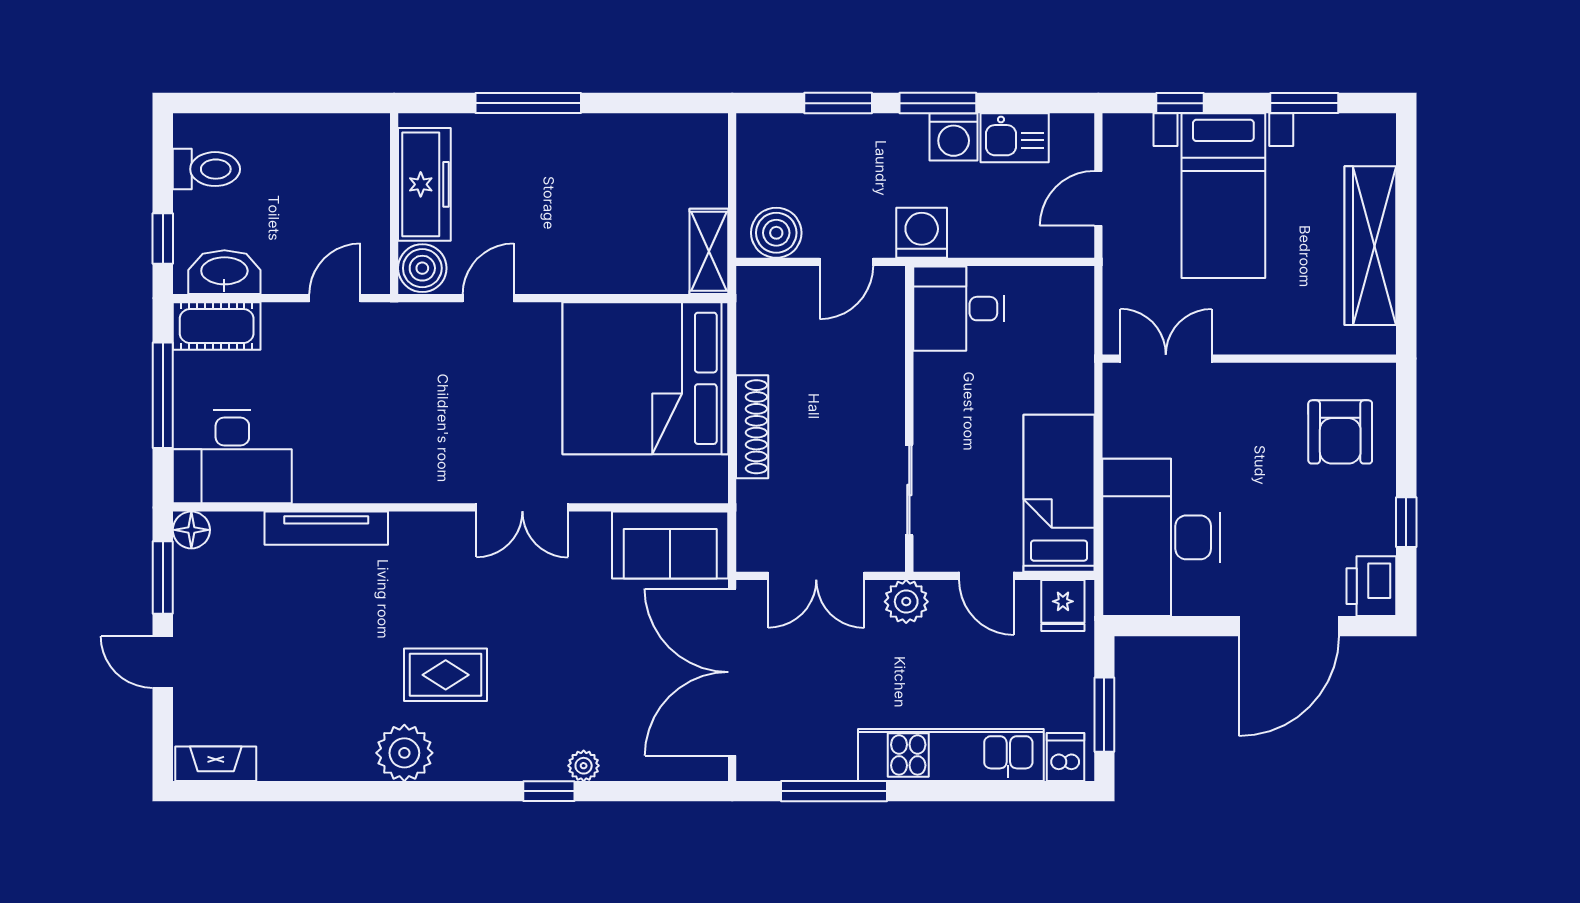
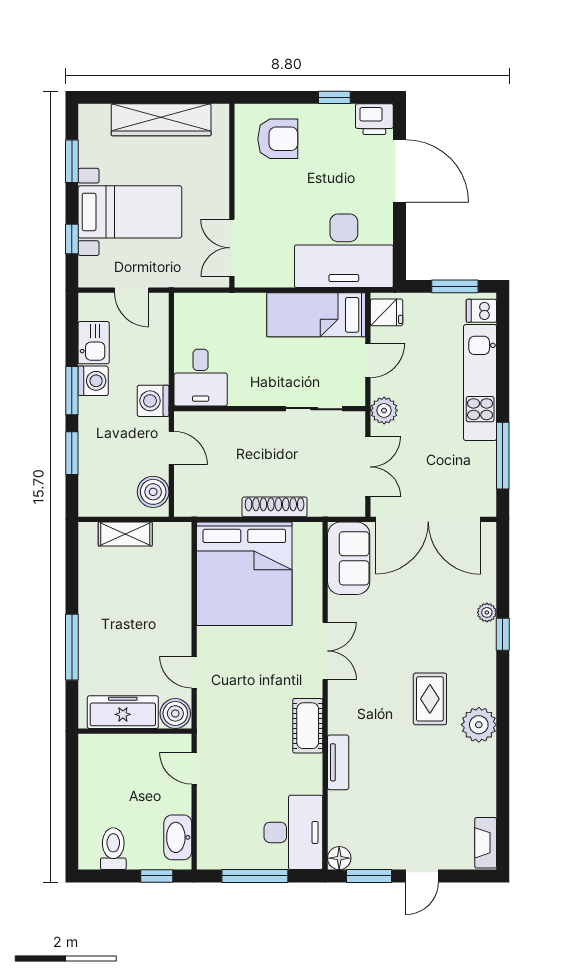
shelving: (709, 251) -> (125, 534), moved
cot: (217, 326) -> (308, 726), moved
tv unit: (326, 528) -> (338, 762), width x0.71

